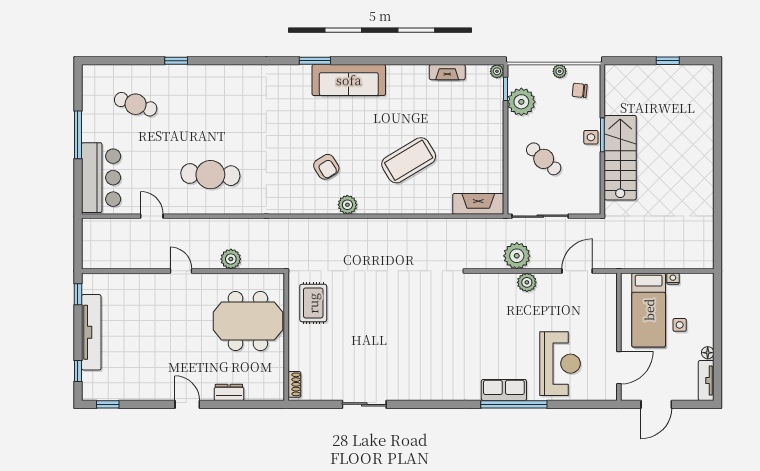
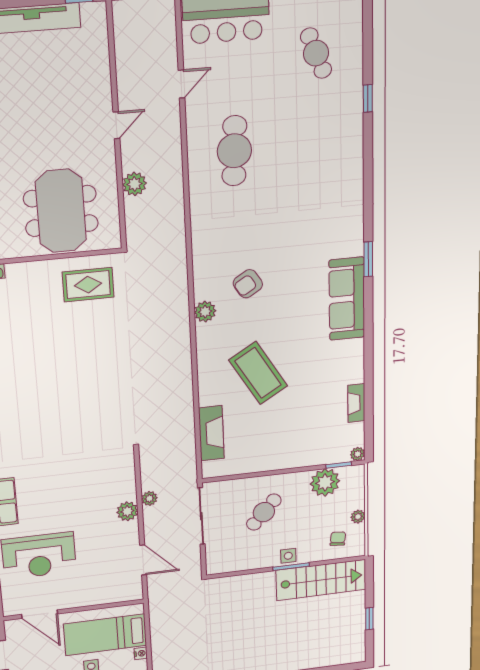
cafe table: (136, 104) -> (316, 53), turned -39
stairs: (620, 158) -> (321, 580), moved
fireplace: (478, 204) -> (211, 433), moved
plant: (517, 256) -> (149, 498), width x0.53, depth x0.53

